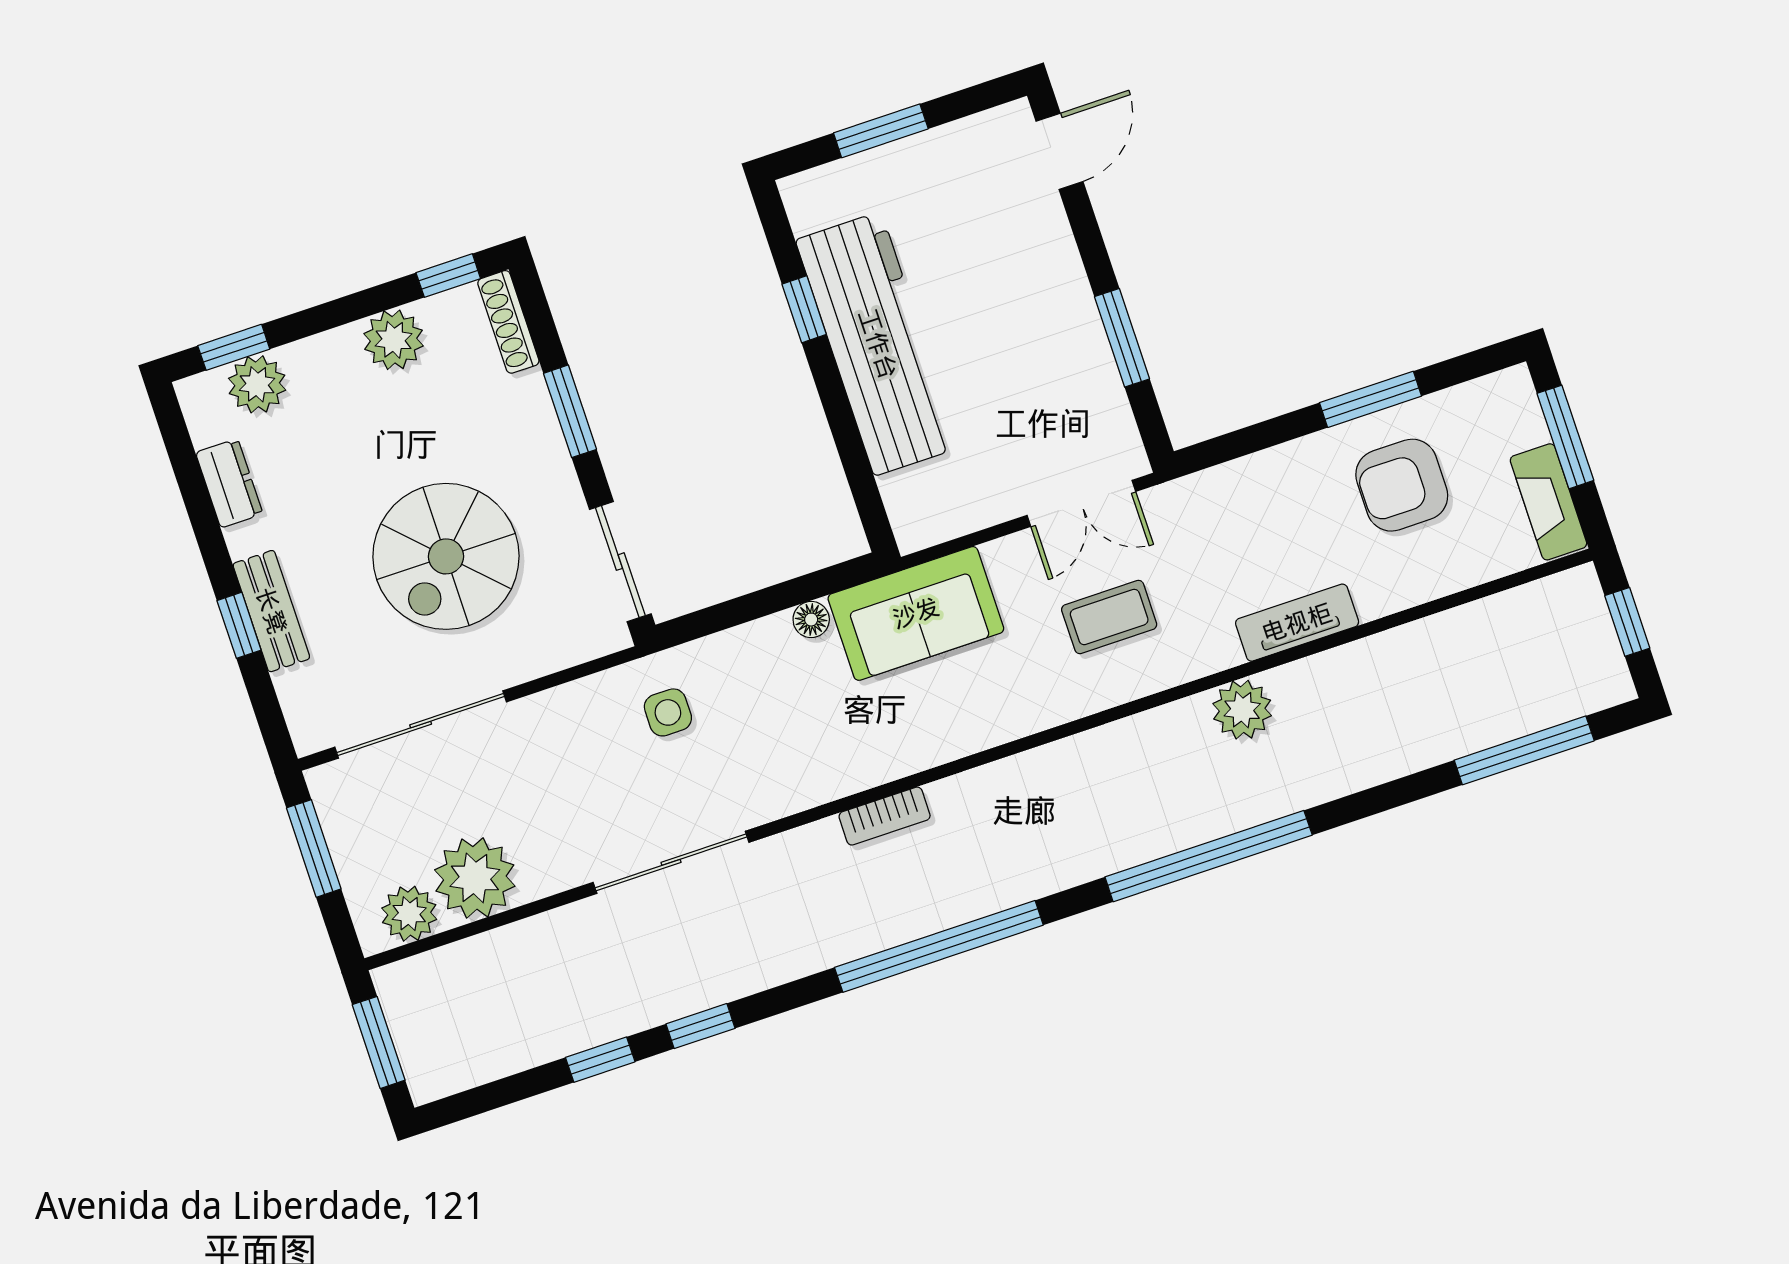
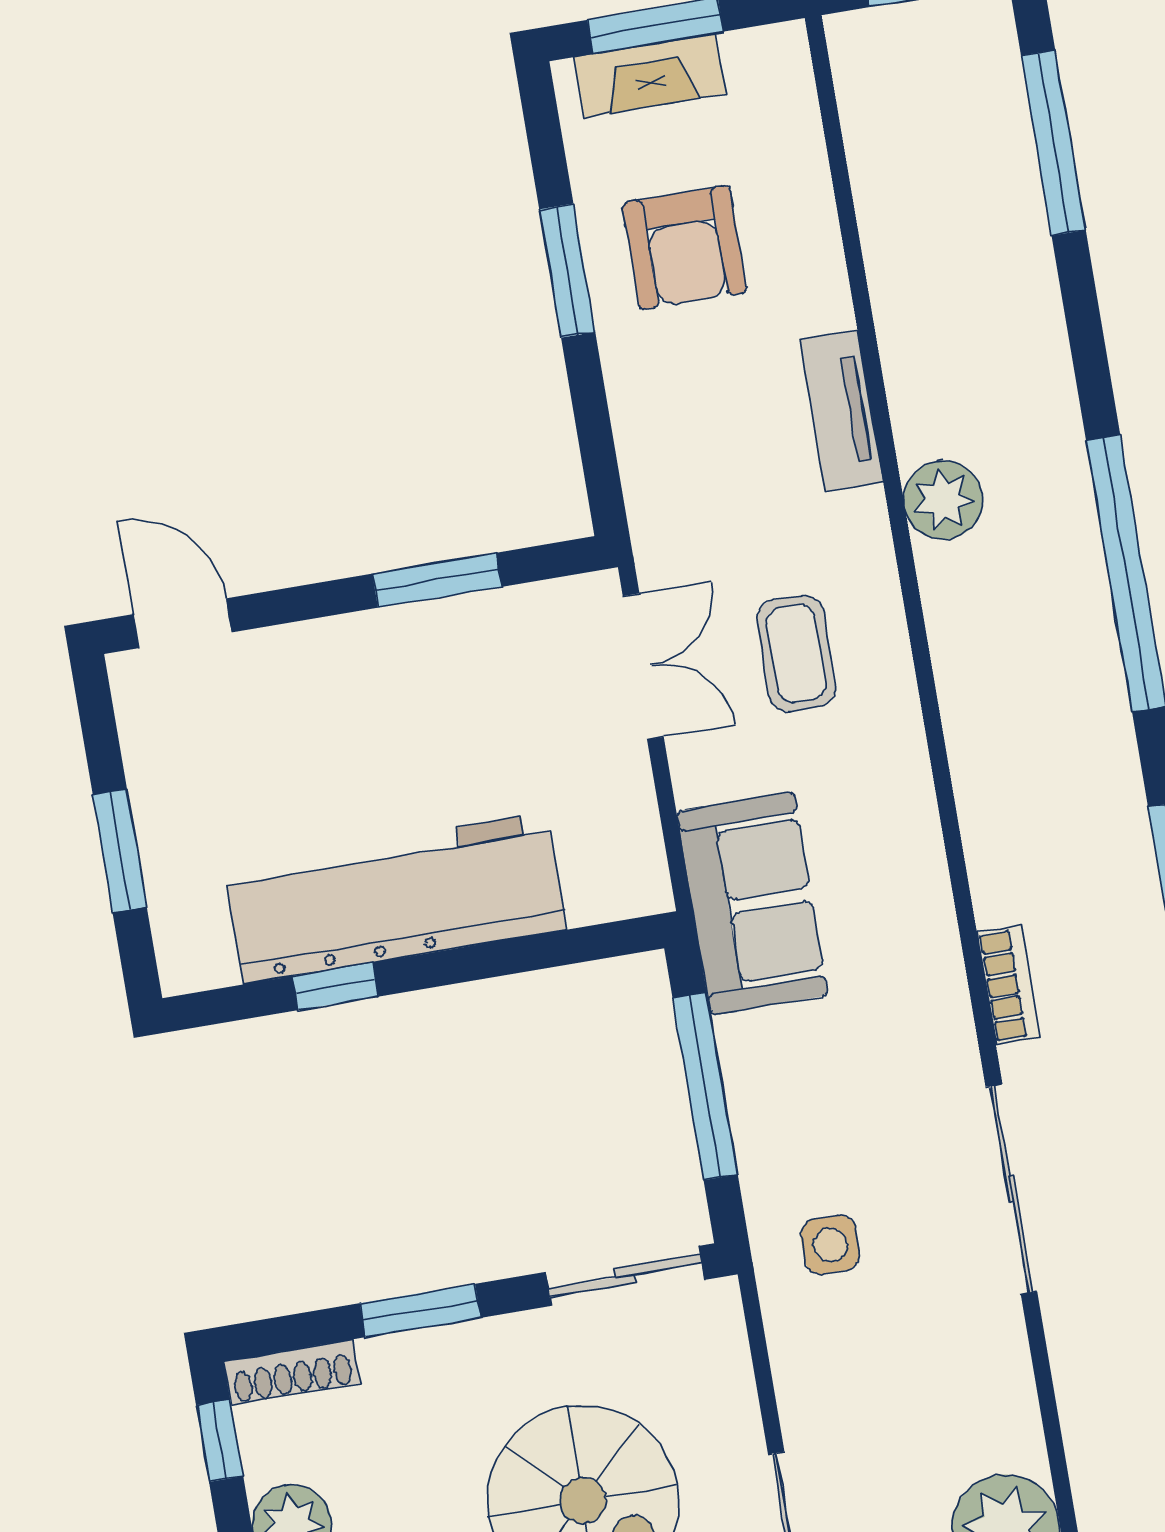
fireplace: (1549, 502) -> (650, 75), moved
window: (773, 599) -> (705, 1086), added
floor lamp: (811, 620) -> (739, 1040), removed
sliding door: (671, 862) -> (1011, 1189), moved

